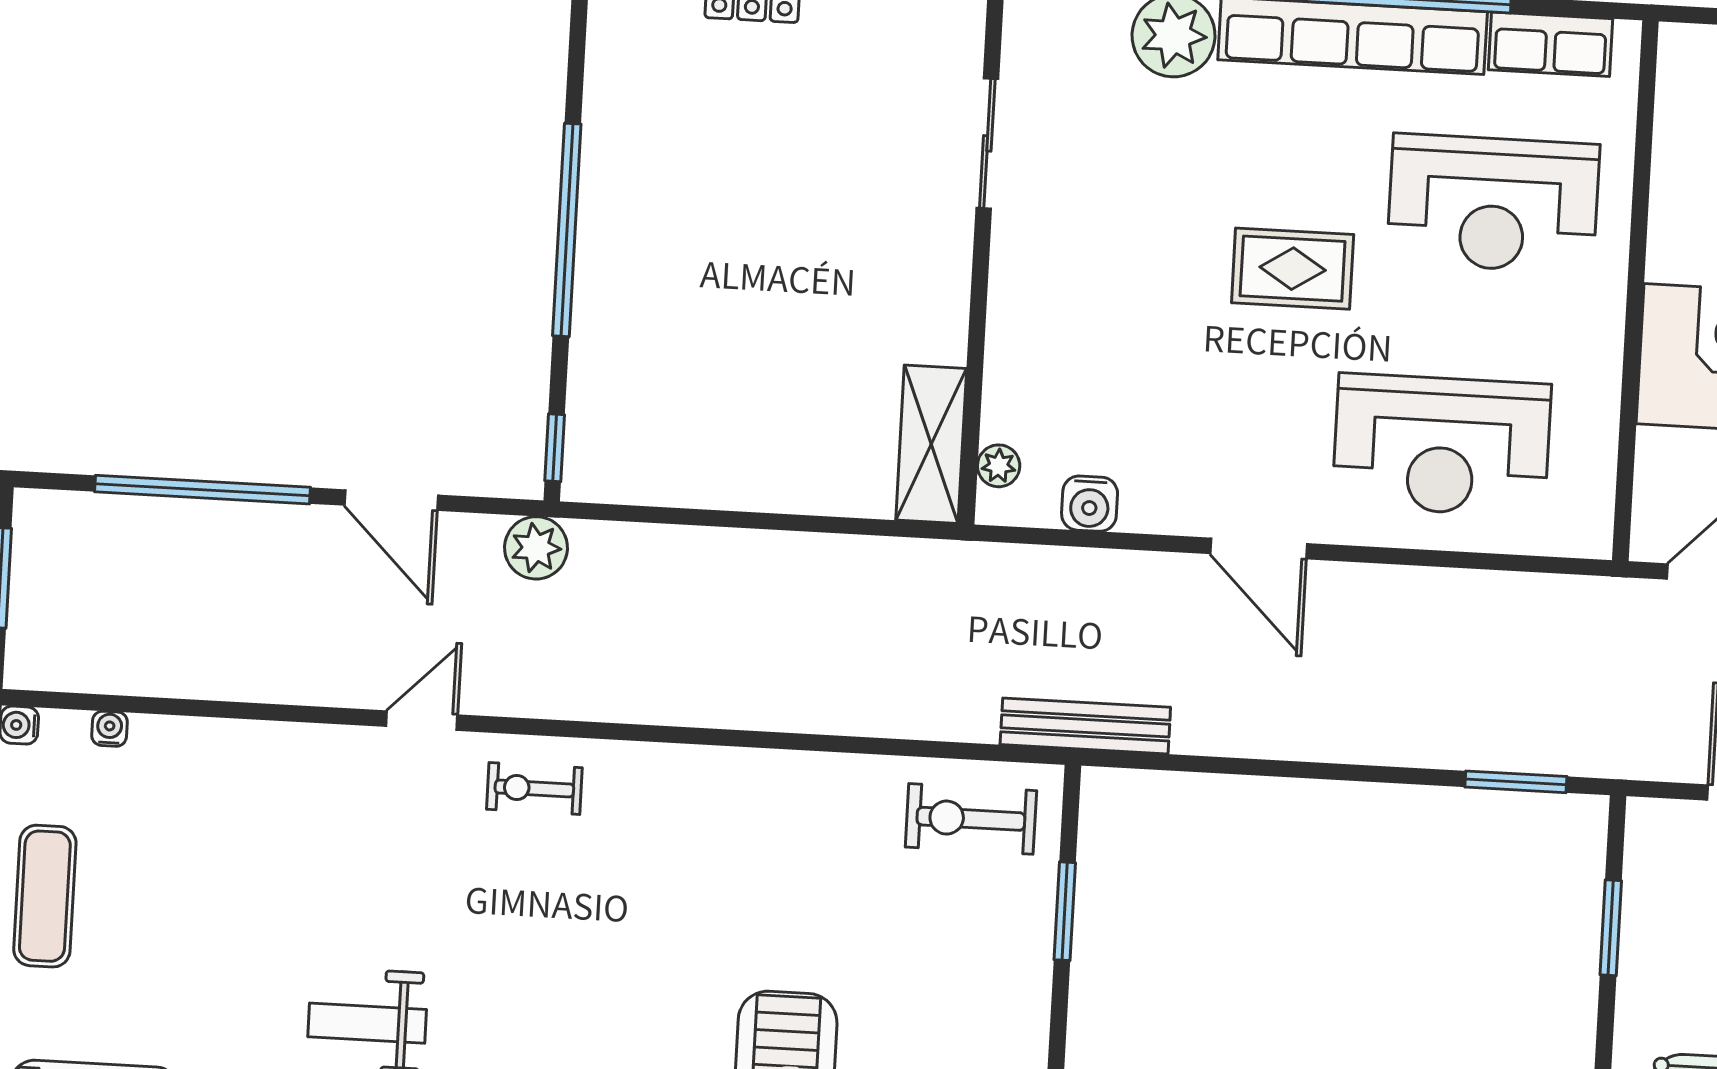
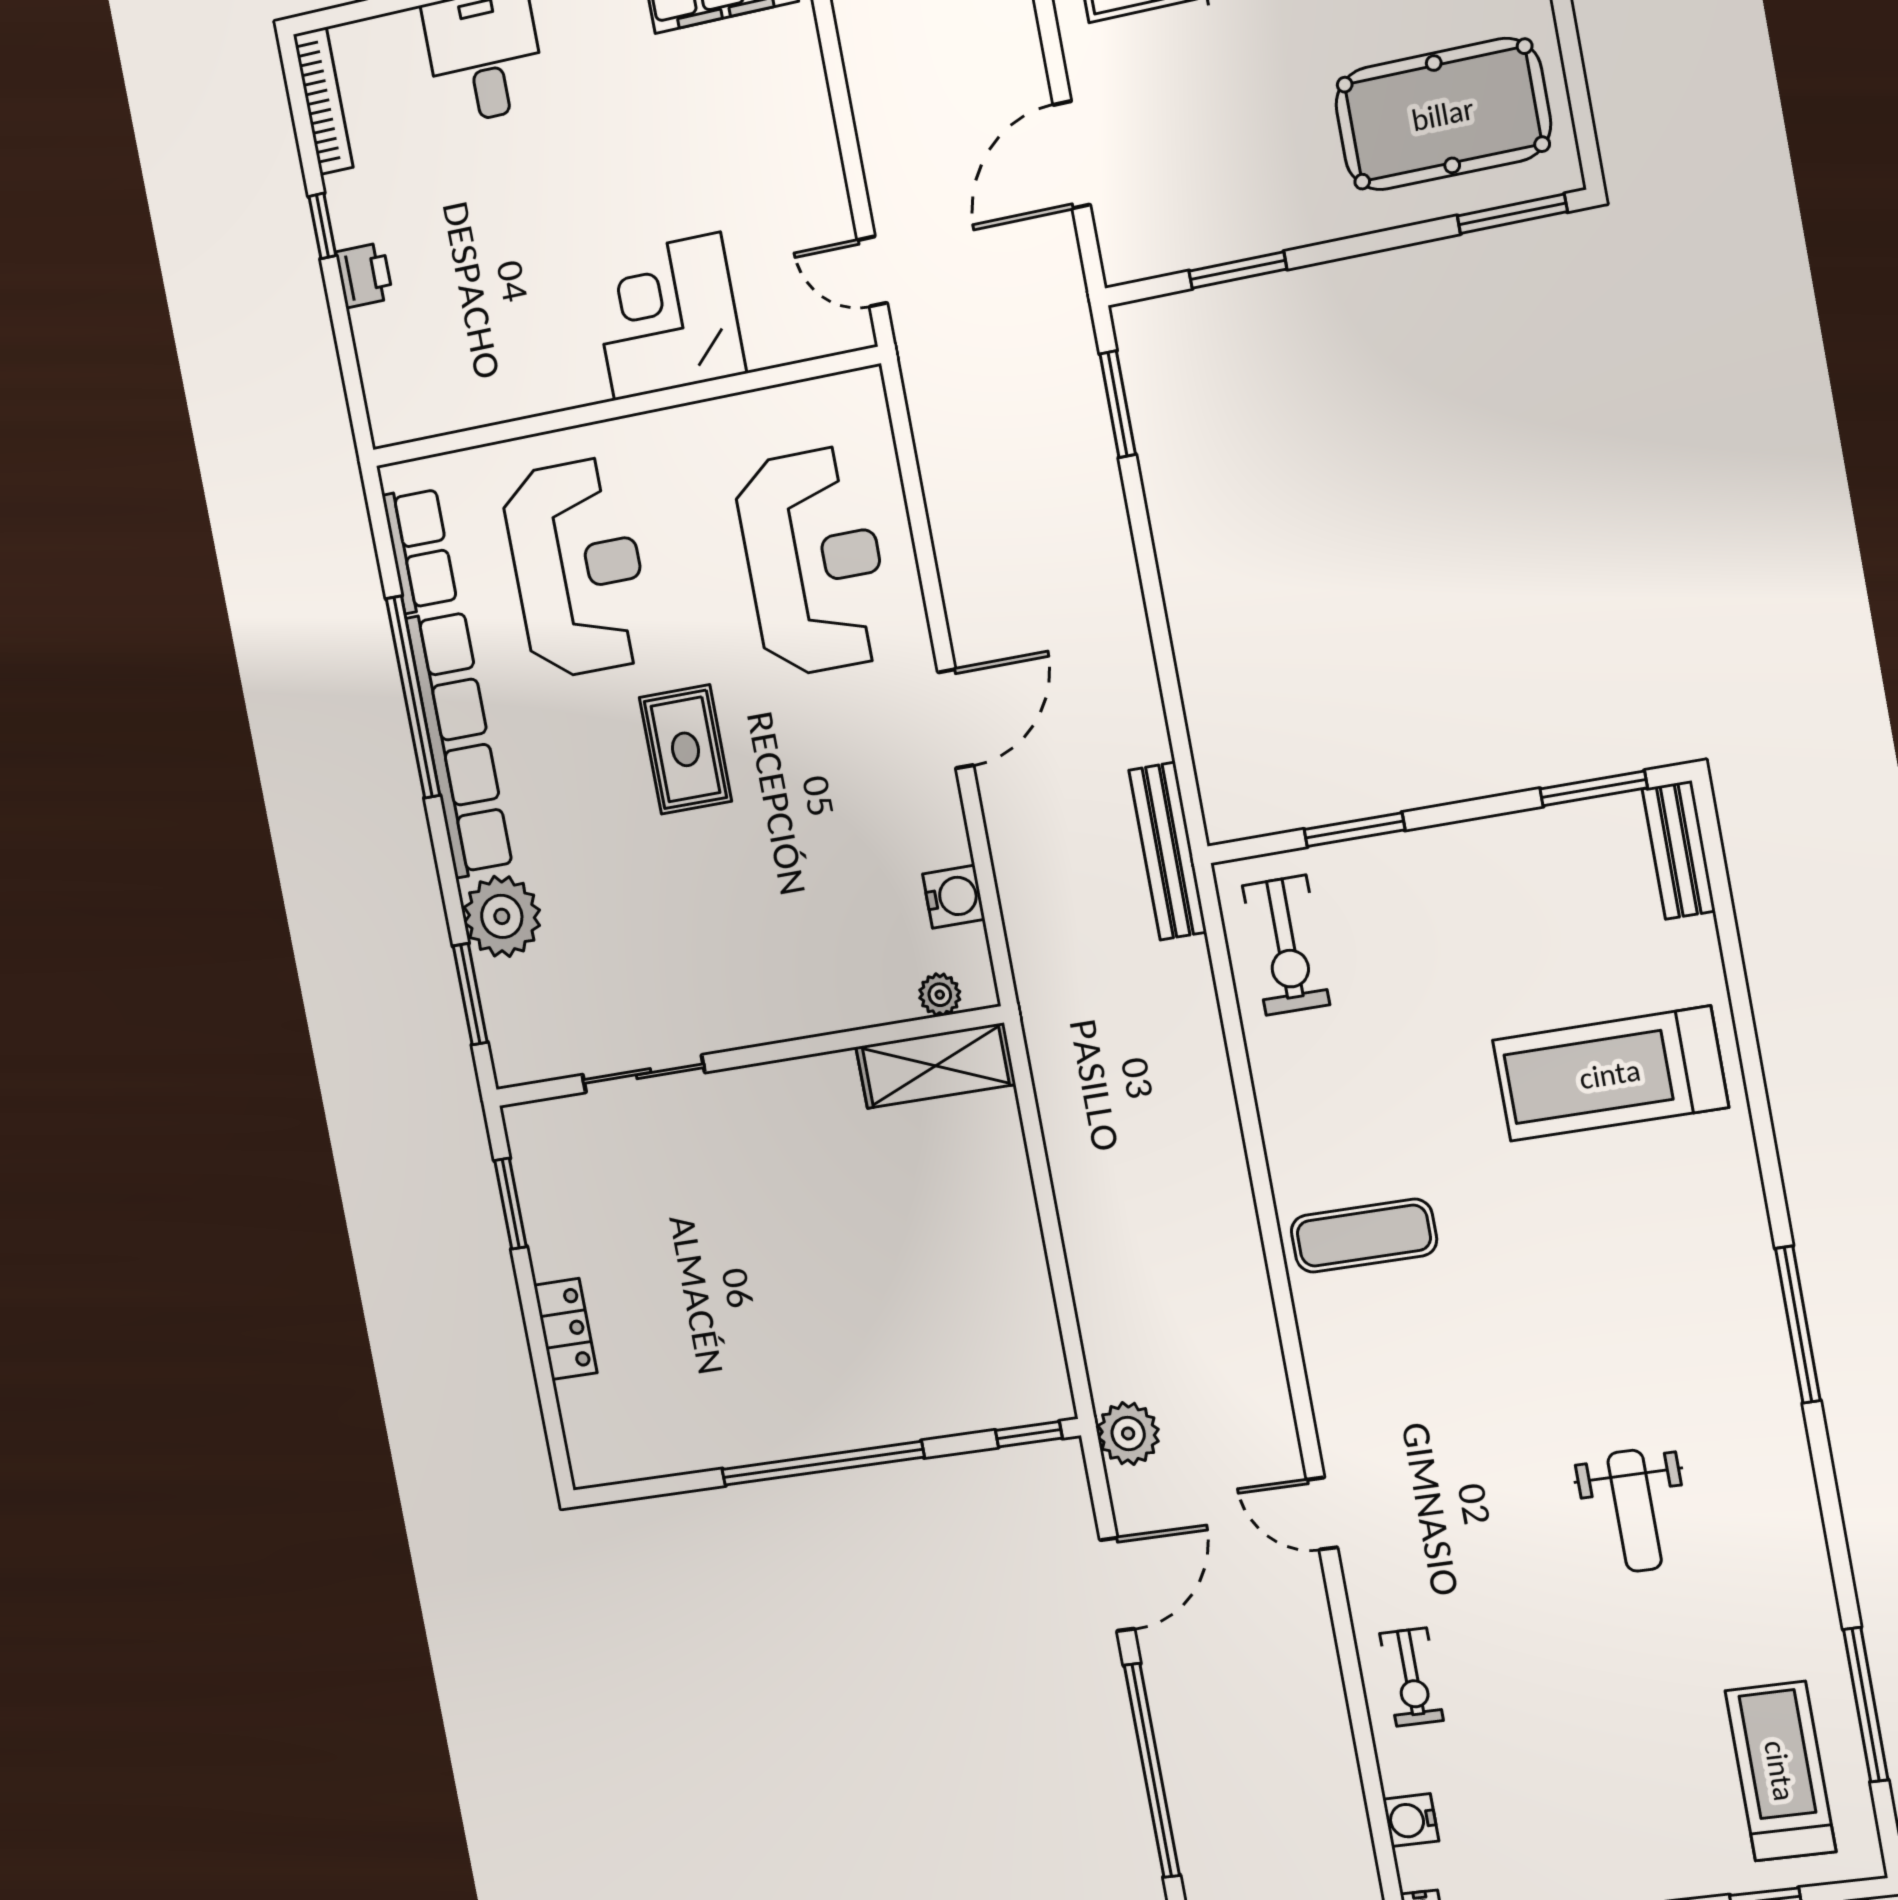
water cooler: (109, 729) -> (1411, 1820), width x1.38, depth x1.38
exercise bike: (534, 788) -> (1412, 1677), moved
exercise mat: (45, 896) -> (1364, 1236), moved

